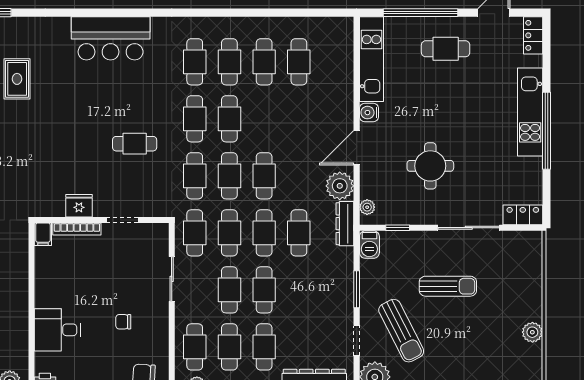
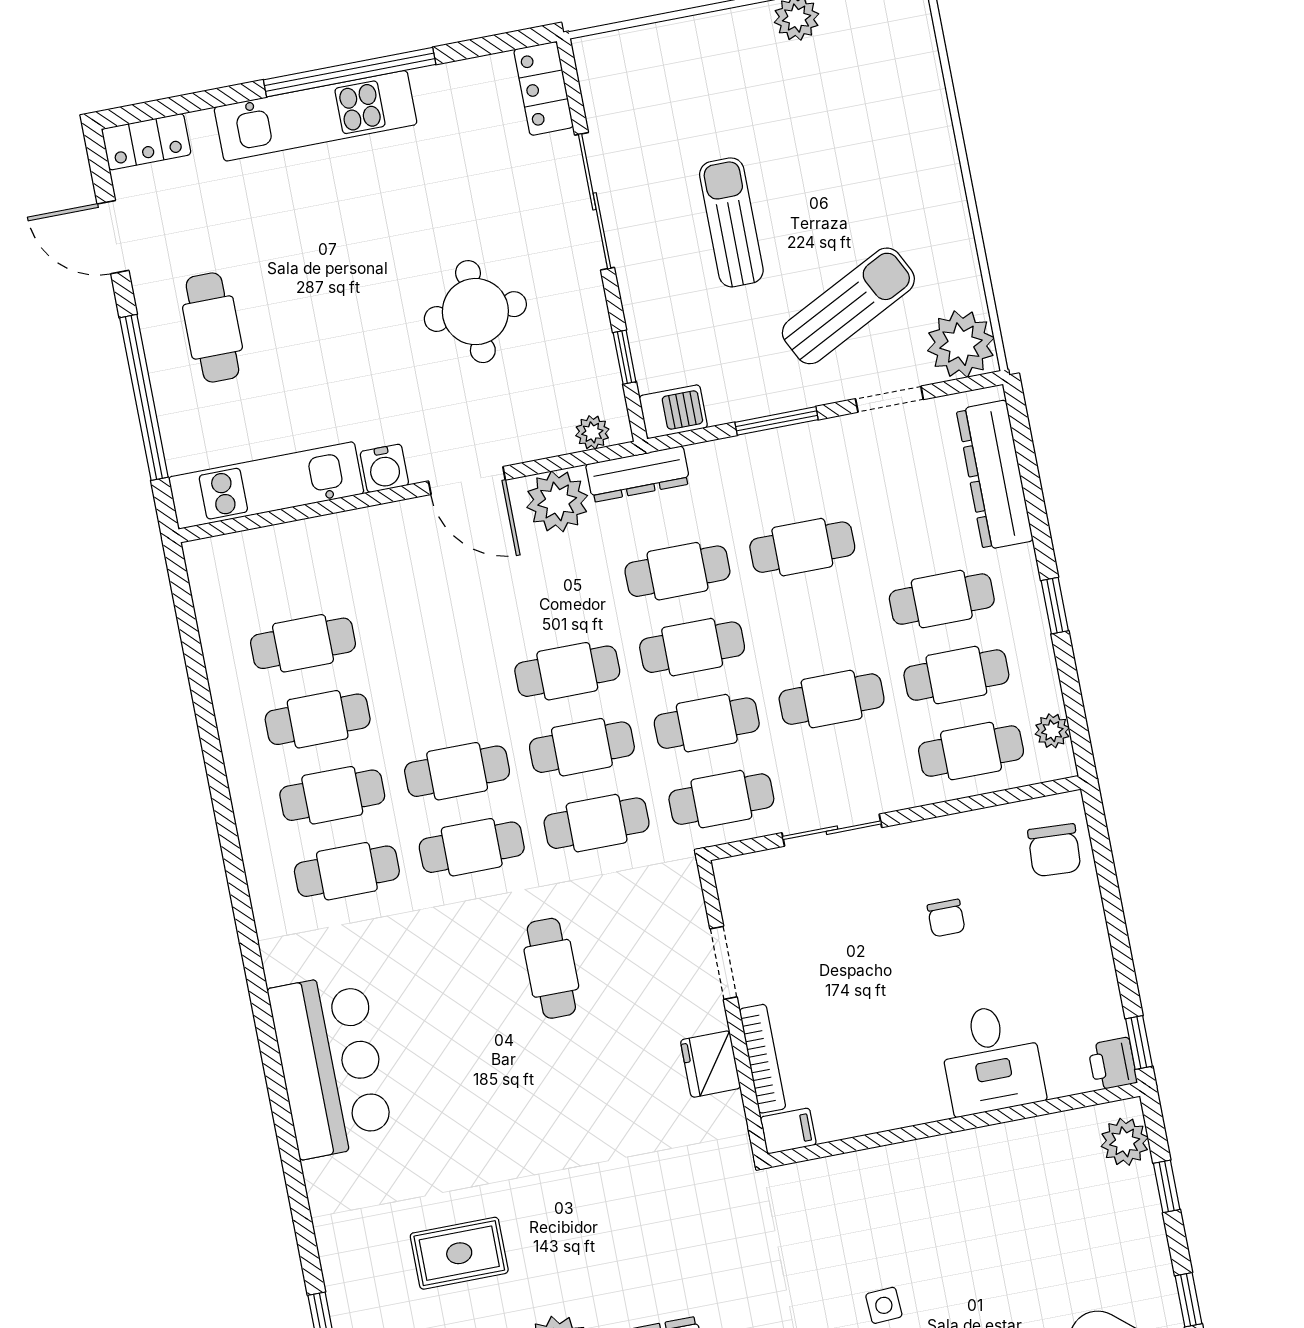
cafe table: (264, 290) -> (802, 547), moved

